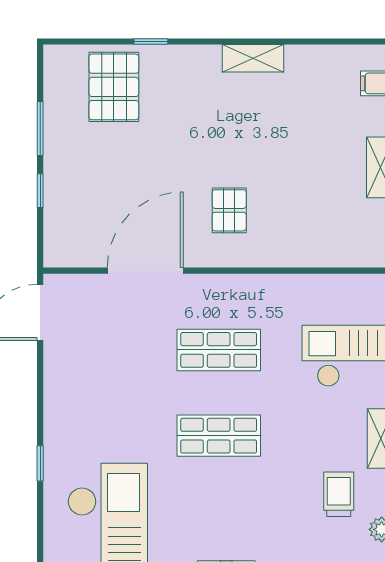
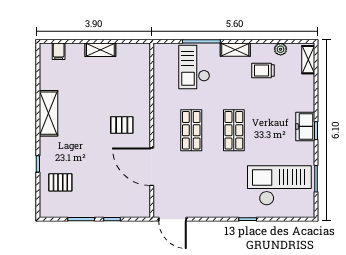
shelving: (253, 58) -> (48, 113), width x1.50, depth x1.33
pallet: (114, 87) -> (60, 182), width x0.67, depth x0.71

